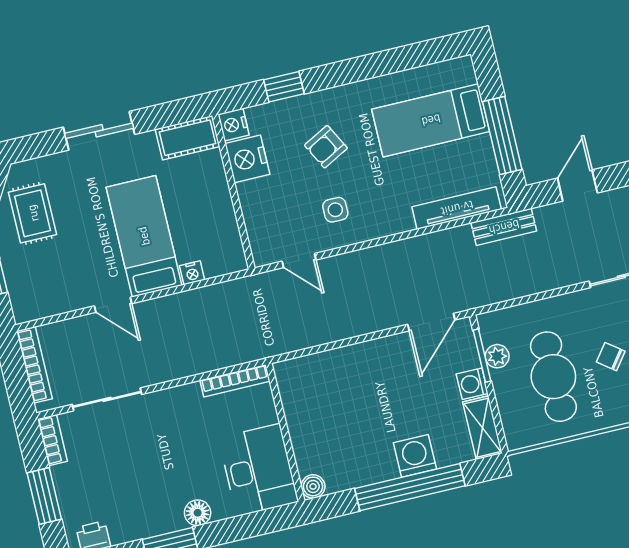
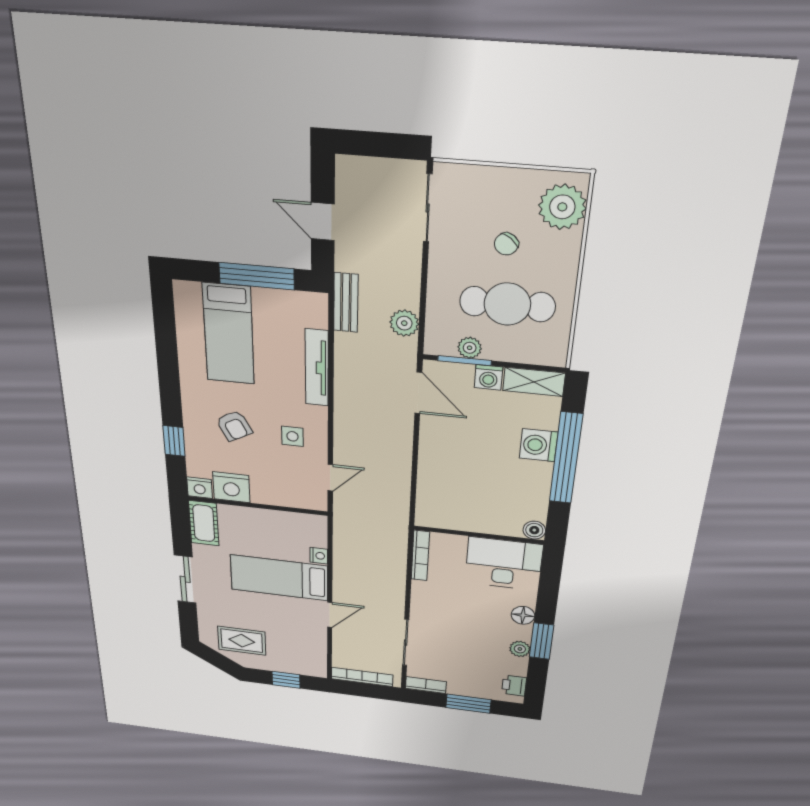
tv unit: (457, 208) -> (317, 368), moved
plant: (501, 288) -> (404, 323), added
plant: (149, 525) -> (520, 649), added

